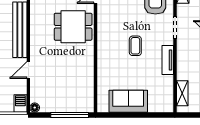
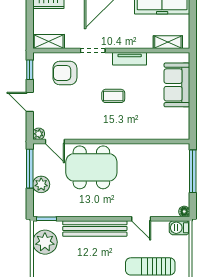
dining table: (73, 27) -> (91, 167), width x1.38
sofa: (128, 101) -> (177, 85), moved

